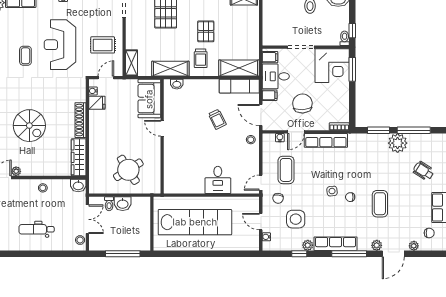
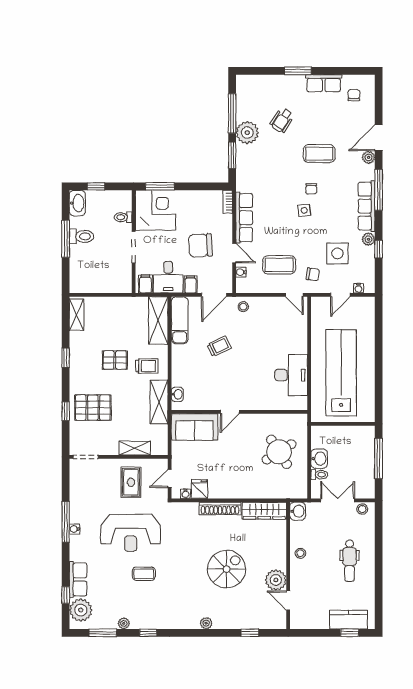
window: (352, 31) -> (96, 186), moved
toilet: (345, 38) -> (123, 217), moved
shelving: (132, 63) -> (135, 448), moved
door: (106, 78) -> (170, 478), hinge flipped
plant: (16, 171) -> (276, 580), width x1.88, depth x1.88
wheelchair: (424, 171) -> (282, 120), moved
desk: (218, 180) -> (291, 375), moved, width x1.37
plant: (414, 246) -> (369, 113), removed
door: (393, 254) -> (379, 138), swing flipped

